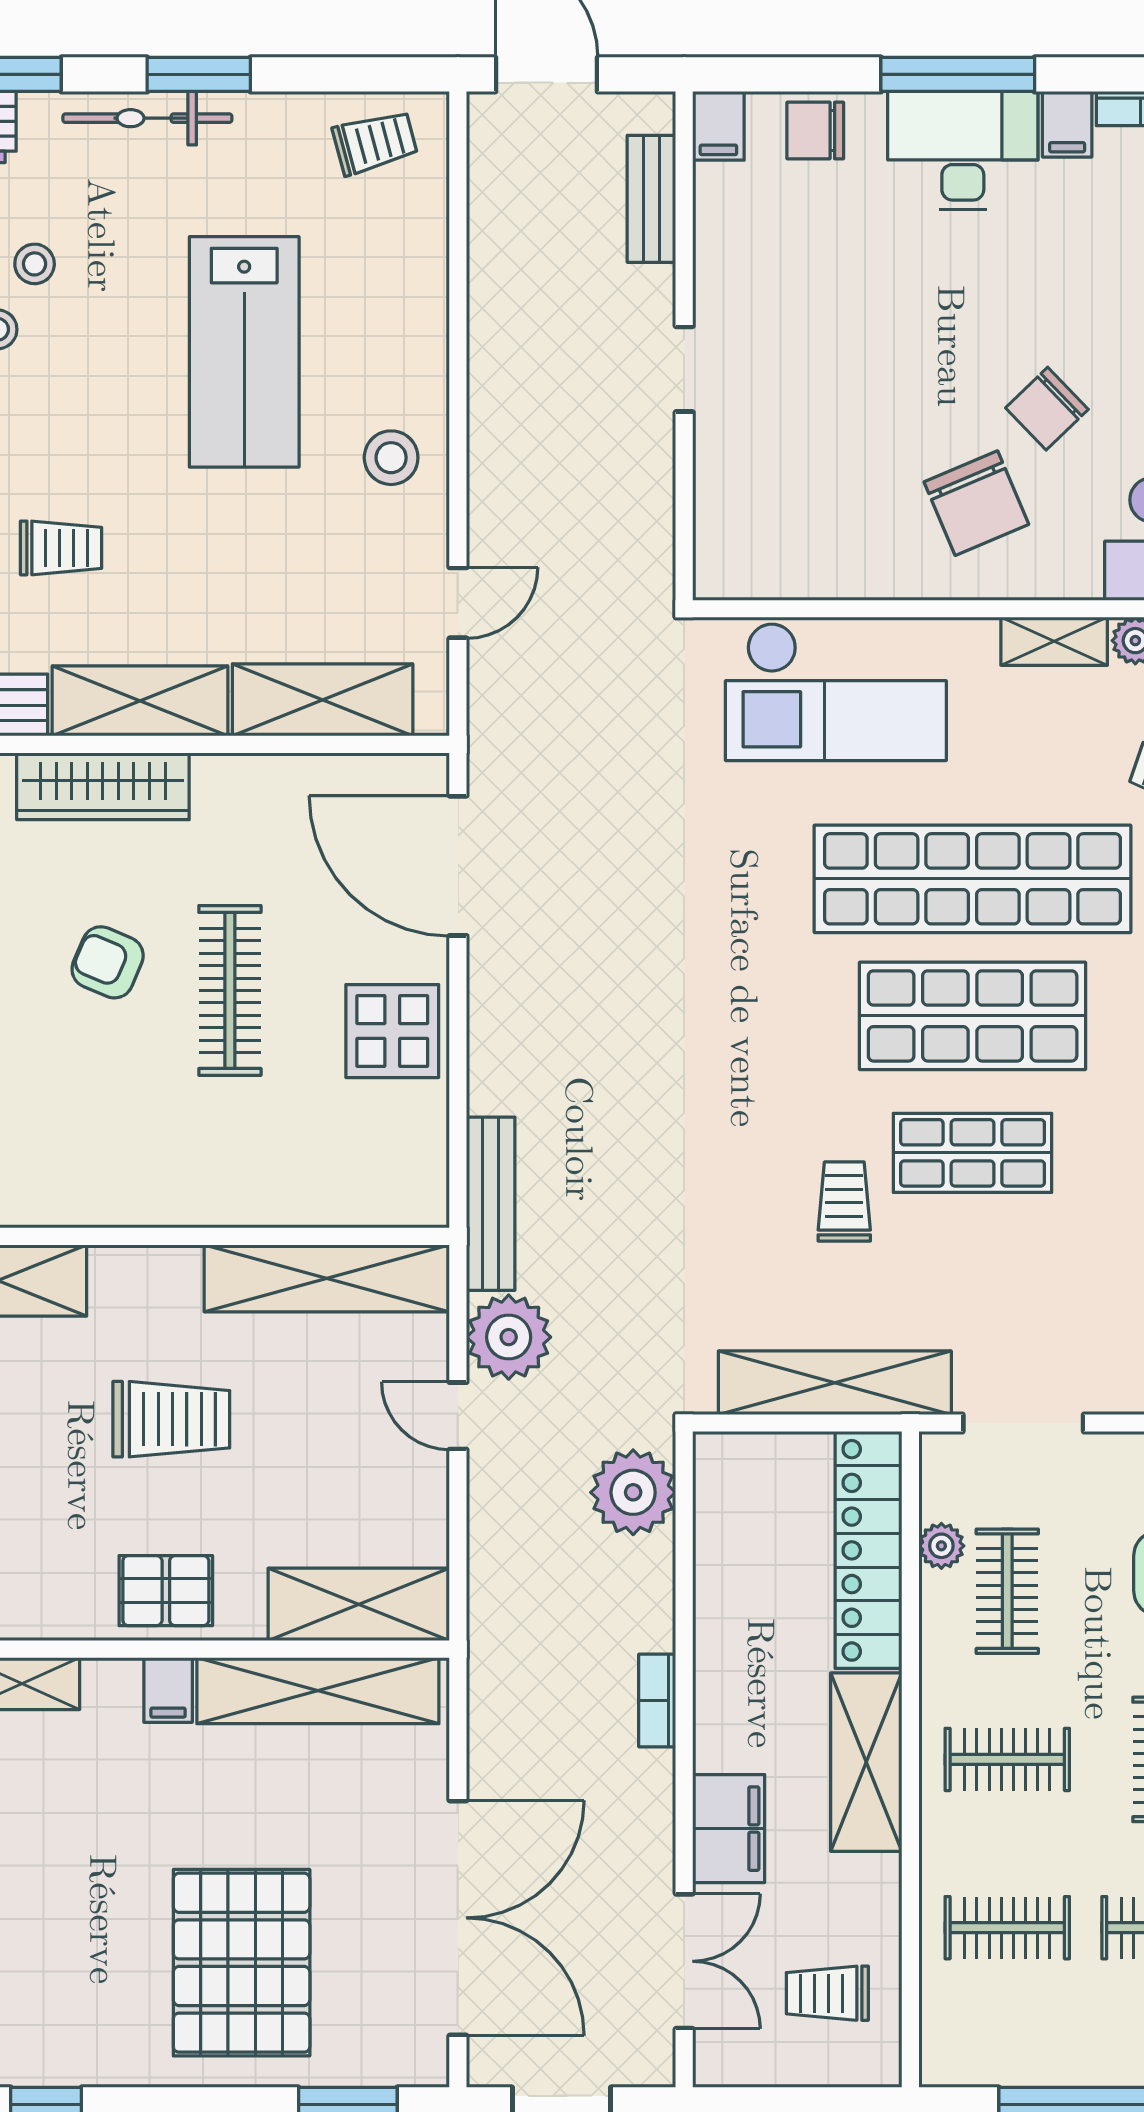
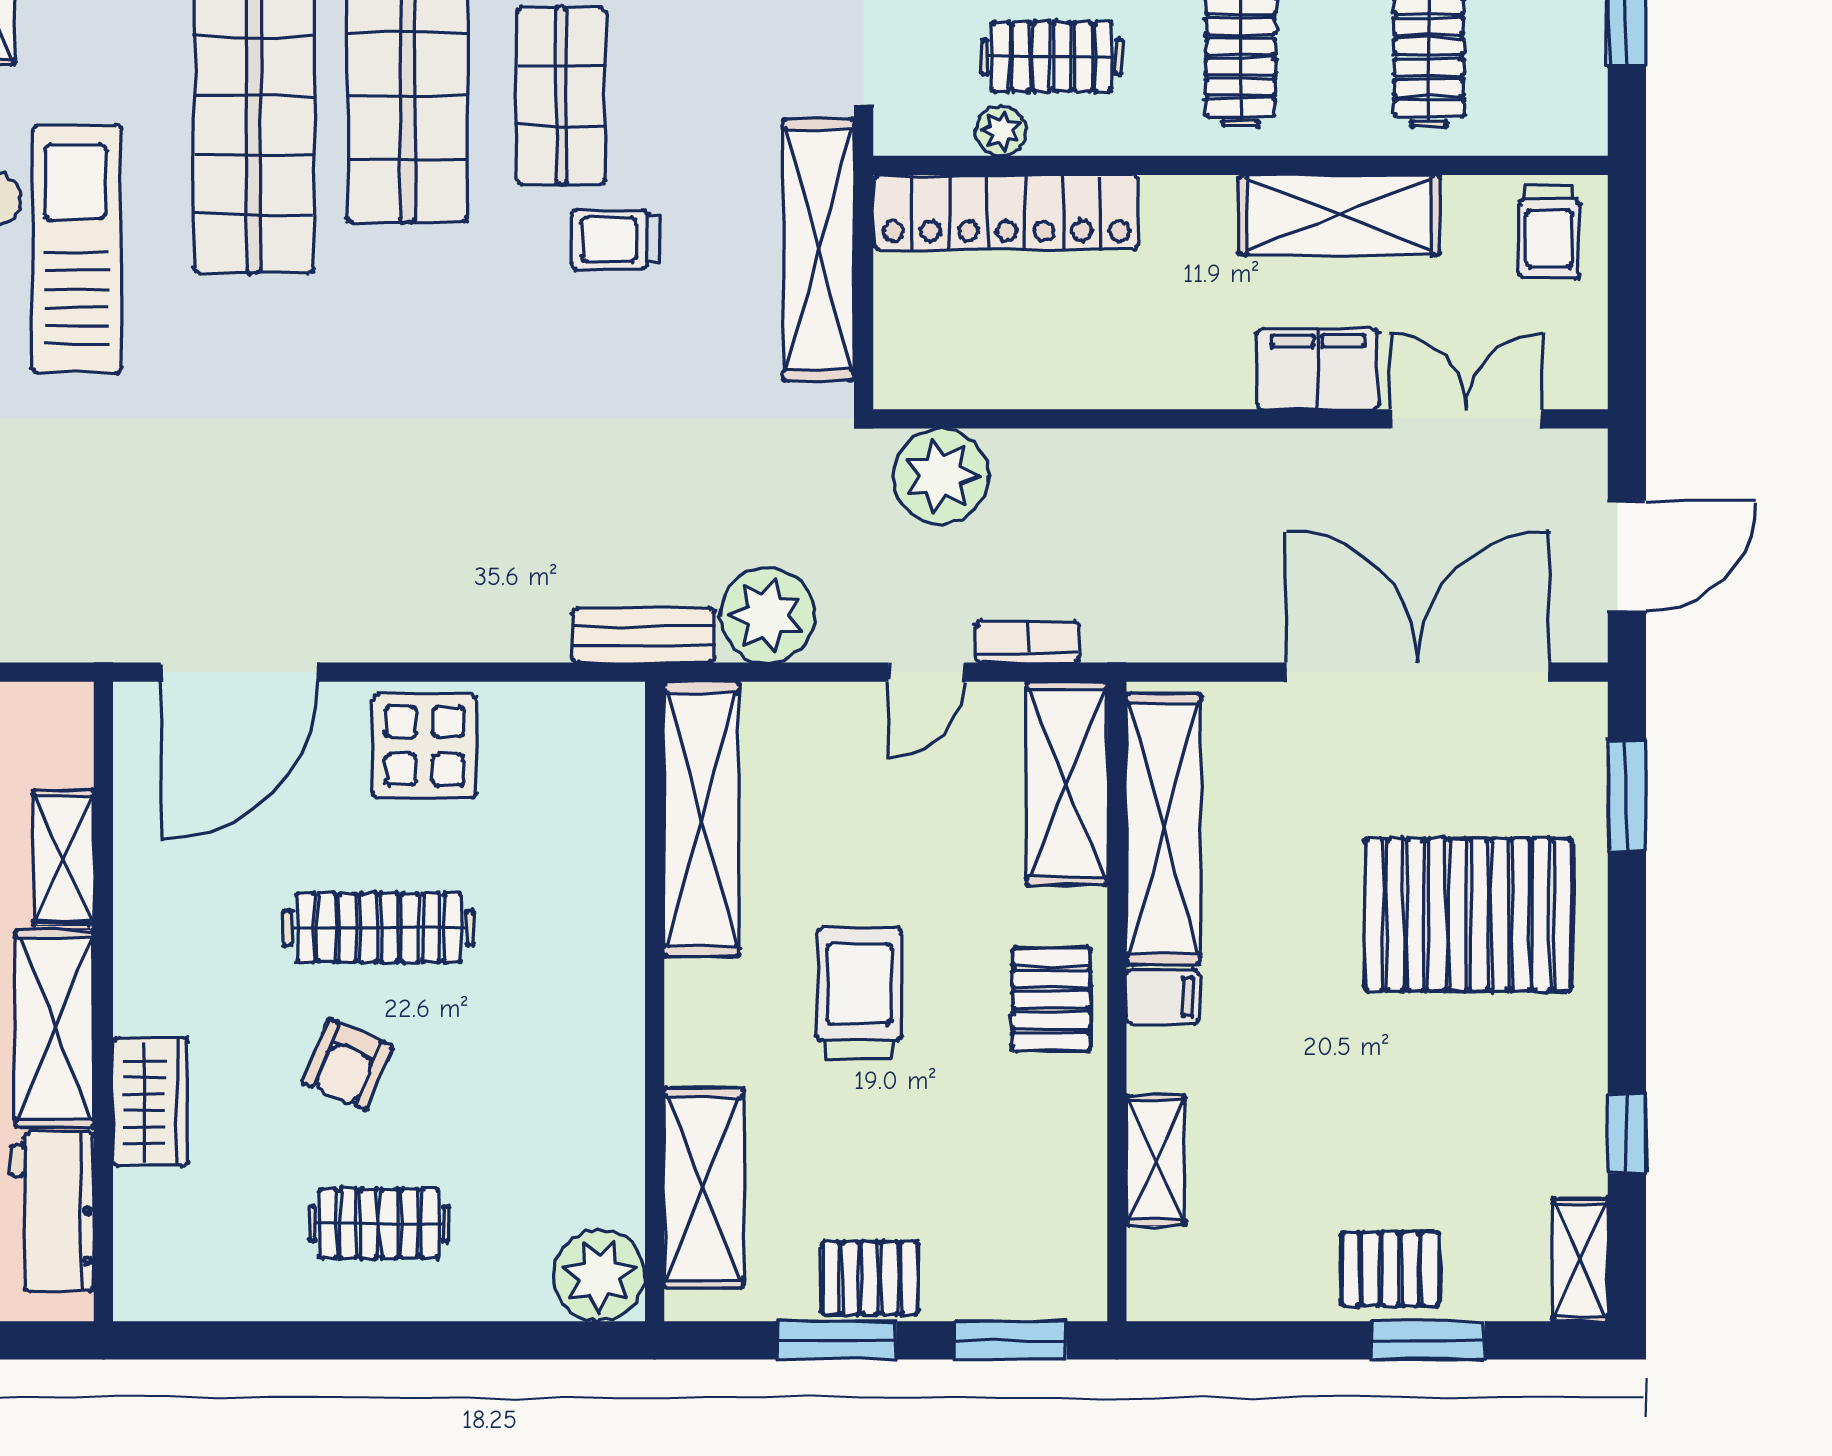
shelving: (323, 700) -> (64, 858), width x0.67, depth x0.75
wardrobe: (103, 786) -> (150, 1102), width x0.67
bench: (491, 1204) -> (644, 636), width x0.73
door: (458, 1416) -> (926, 672), moved
bookcase: (657, 1700) -> (1028, 642), moved, turned 180
shelving: (866, 1762) -> (1340, 215), moved
trolley: (827, 1993) -> (1549, 232), moved

